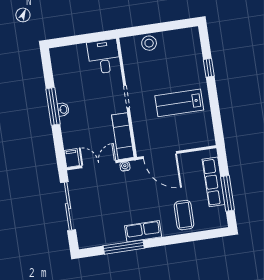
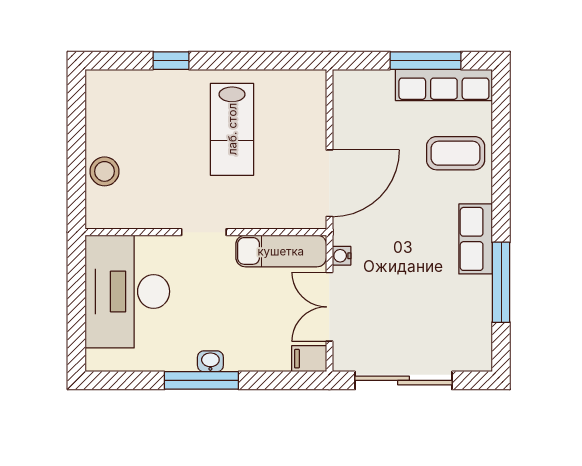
desk: (104, 57) -> (127, 291), width x1.87, depth x1.30
row of seats: (214, 182) -> (444, 85), moved

